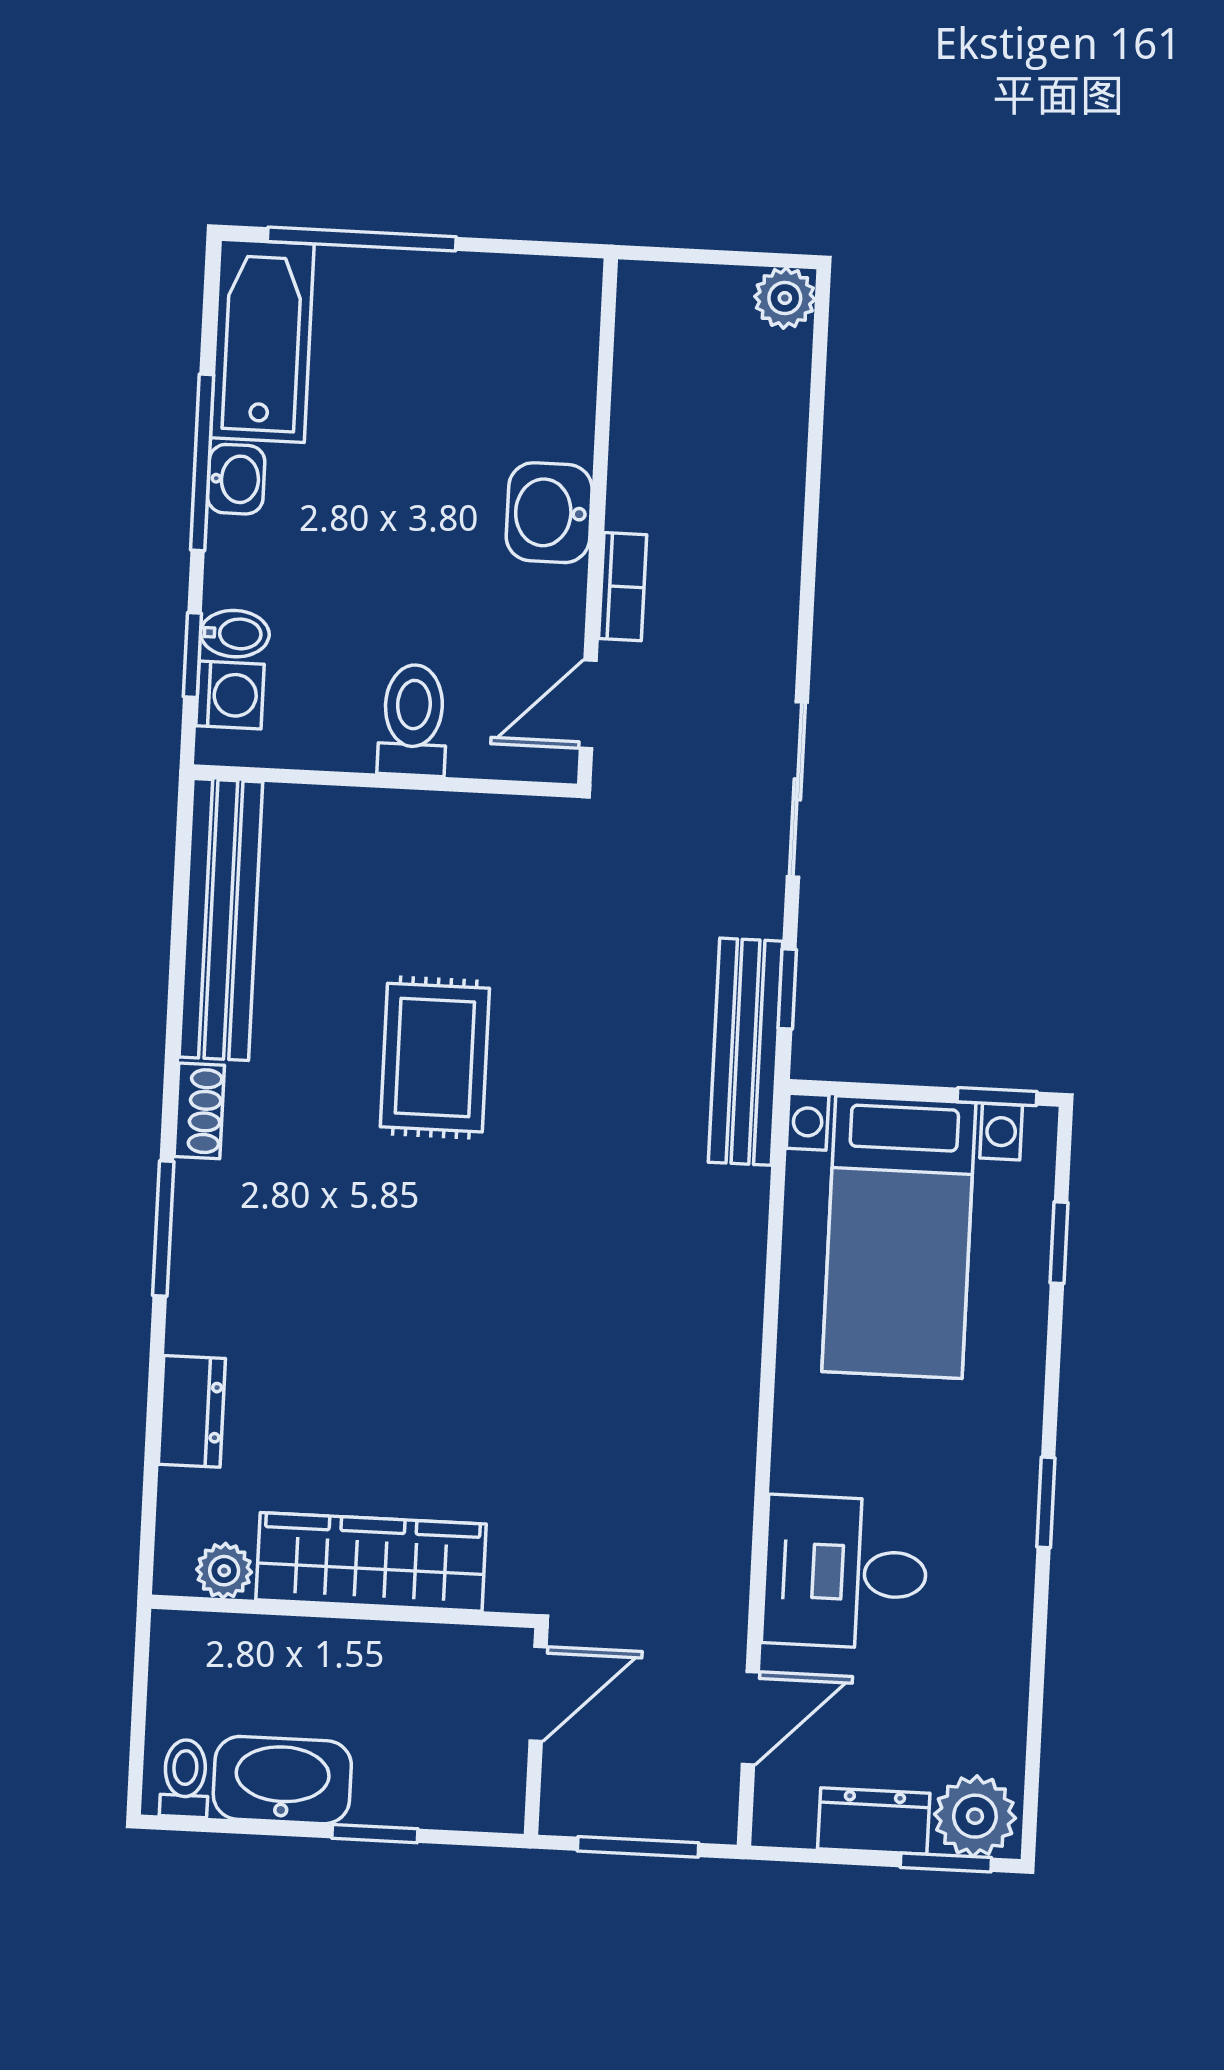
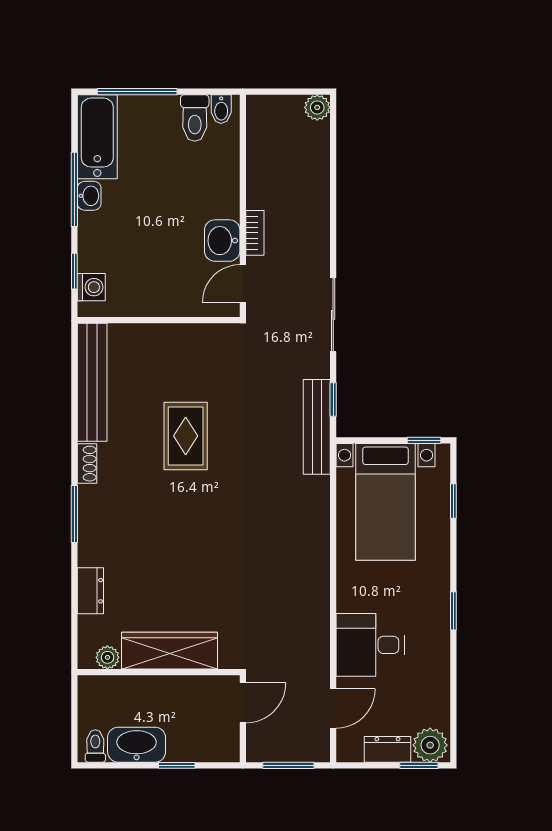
washbasin: (549, 513) -> (222, 241), moved
bidet: (235, 634) -> (221, 109), moved, turned 90
toilet: (413, 720) -> (195, 118), moved, turned 180

